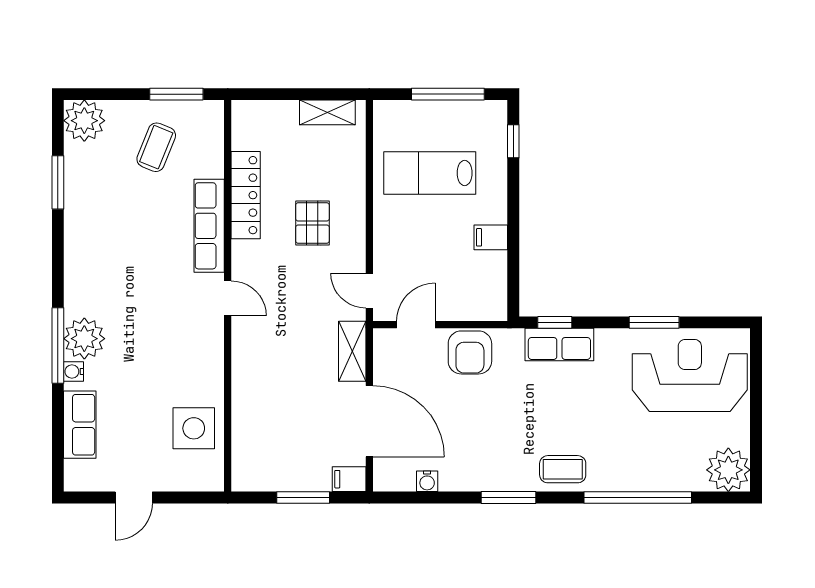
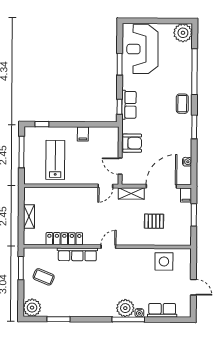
shelving: (327, 112) -> (29, 216), moved
lab bench: (430, 173) -> (55, 160), turned 180
pallet: (312, 223) -> (154, 221), moved

